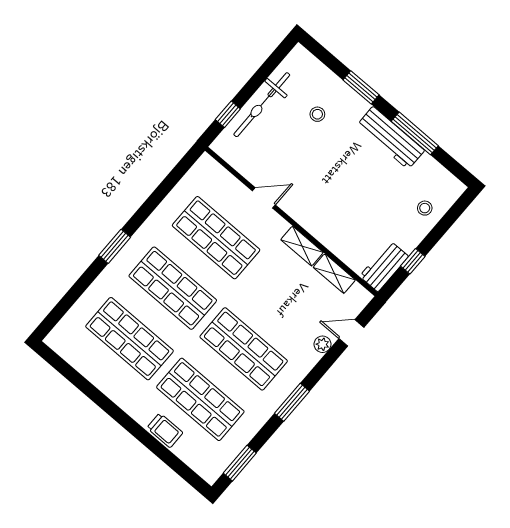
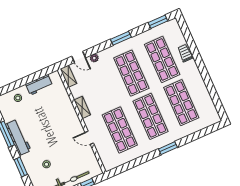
window: (413, 261) -> (35, 76), removed
workbench: (384, 266) -> (39, 85), moved
shelving: (334, 274) -> (68, 76), moved

